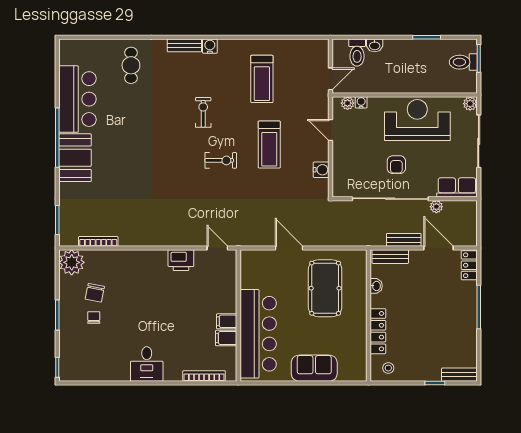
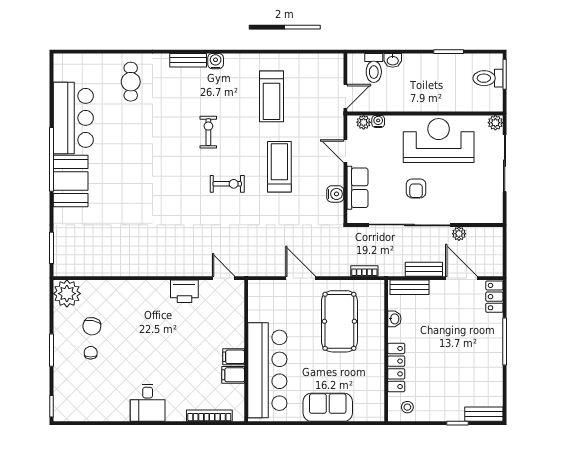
treadmill: (269, 145) -> (279, 167), turned 180
row of seats: (457, 187) -> (357, 188), moved, turned 90
bookcase: (98, 241) -> (364, 271), moved, width x0.64

